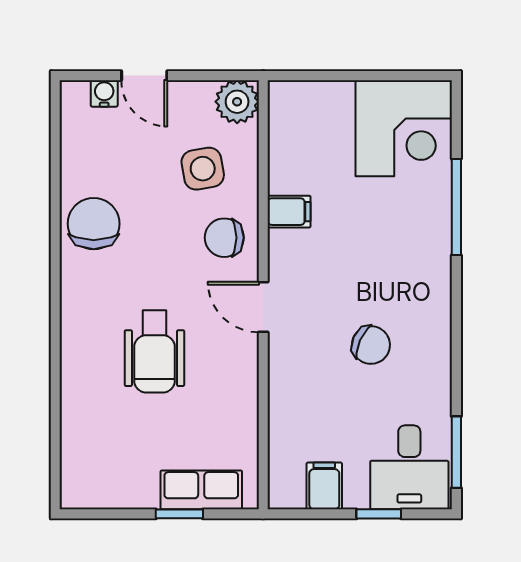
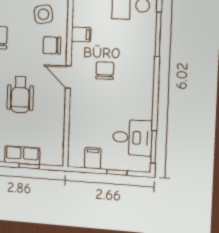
chair: (371, 345) -> (105, 71), moved, turned -114
desk: (409, 467) -> (132, 138), moved, turned -90
row of seats: (201, 490) -> (22, 155), moved

